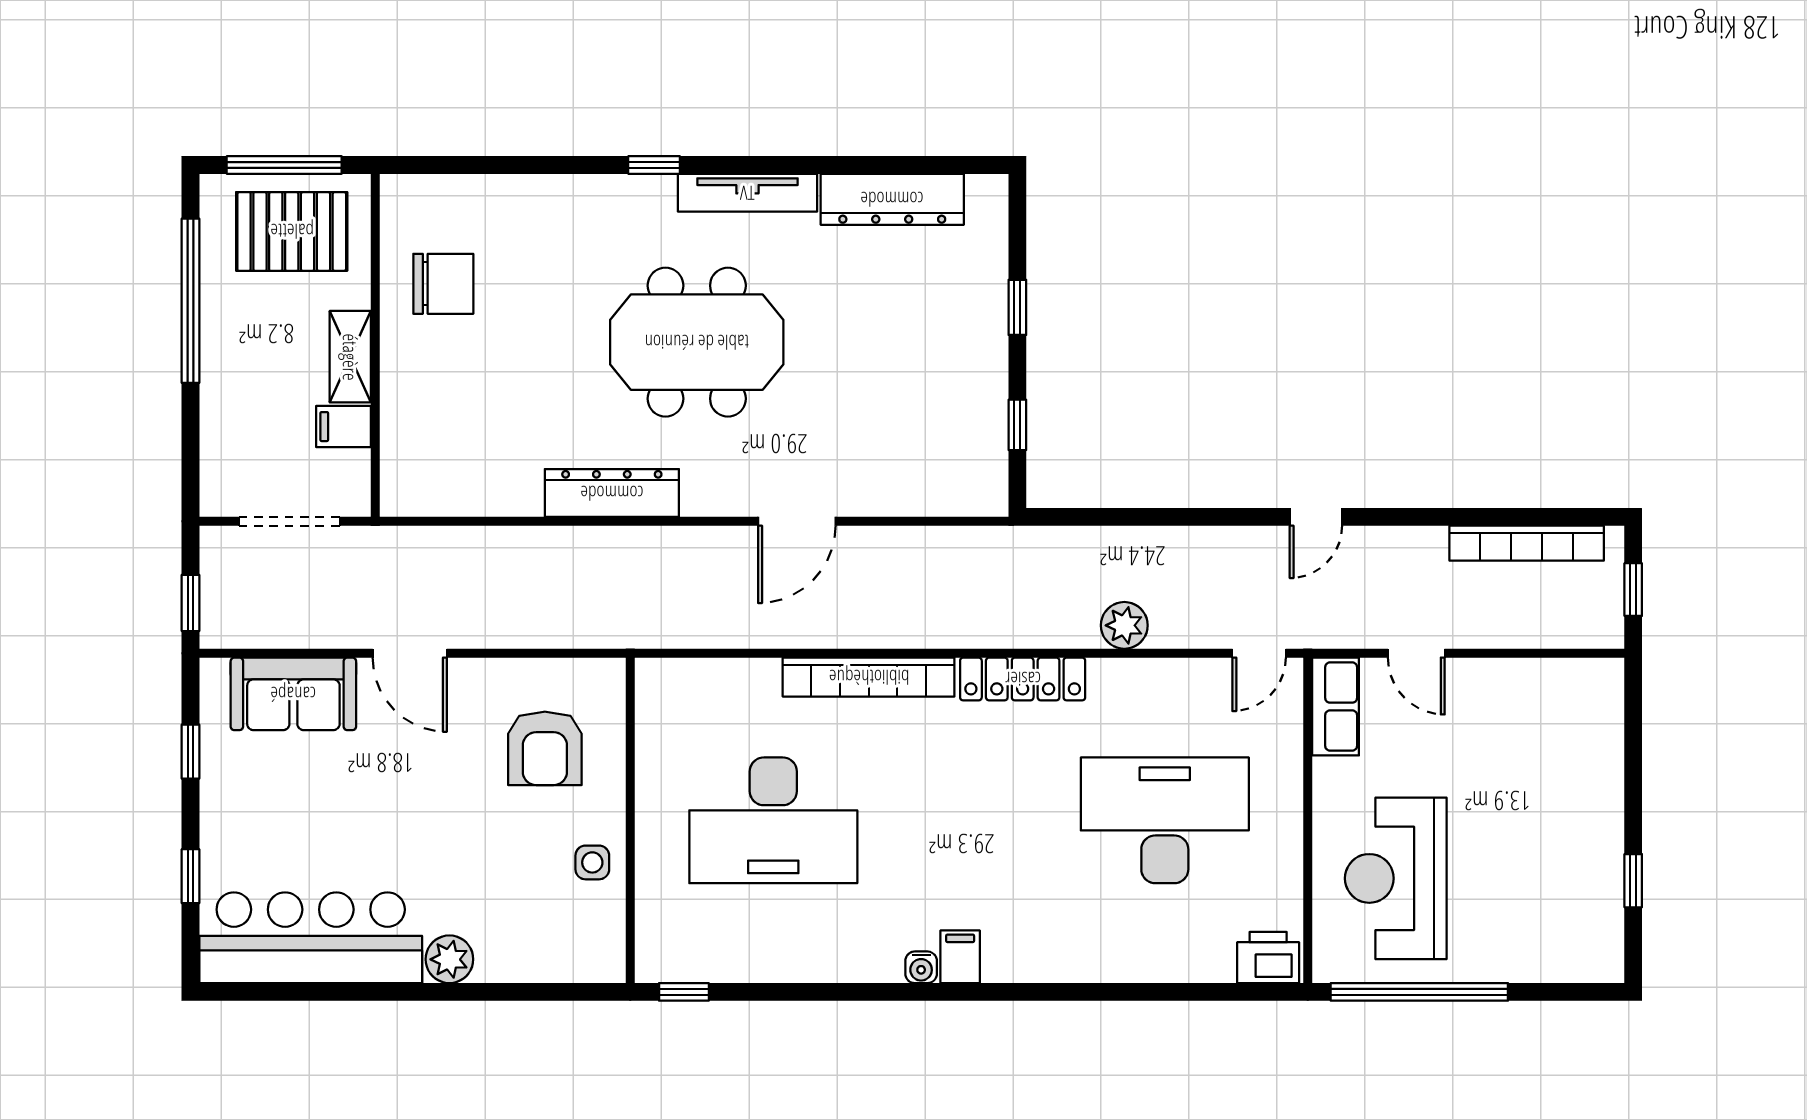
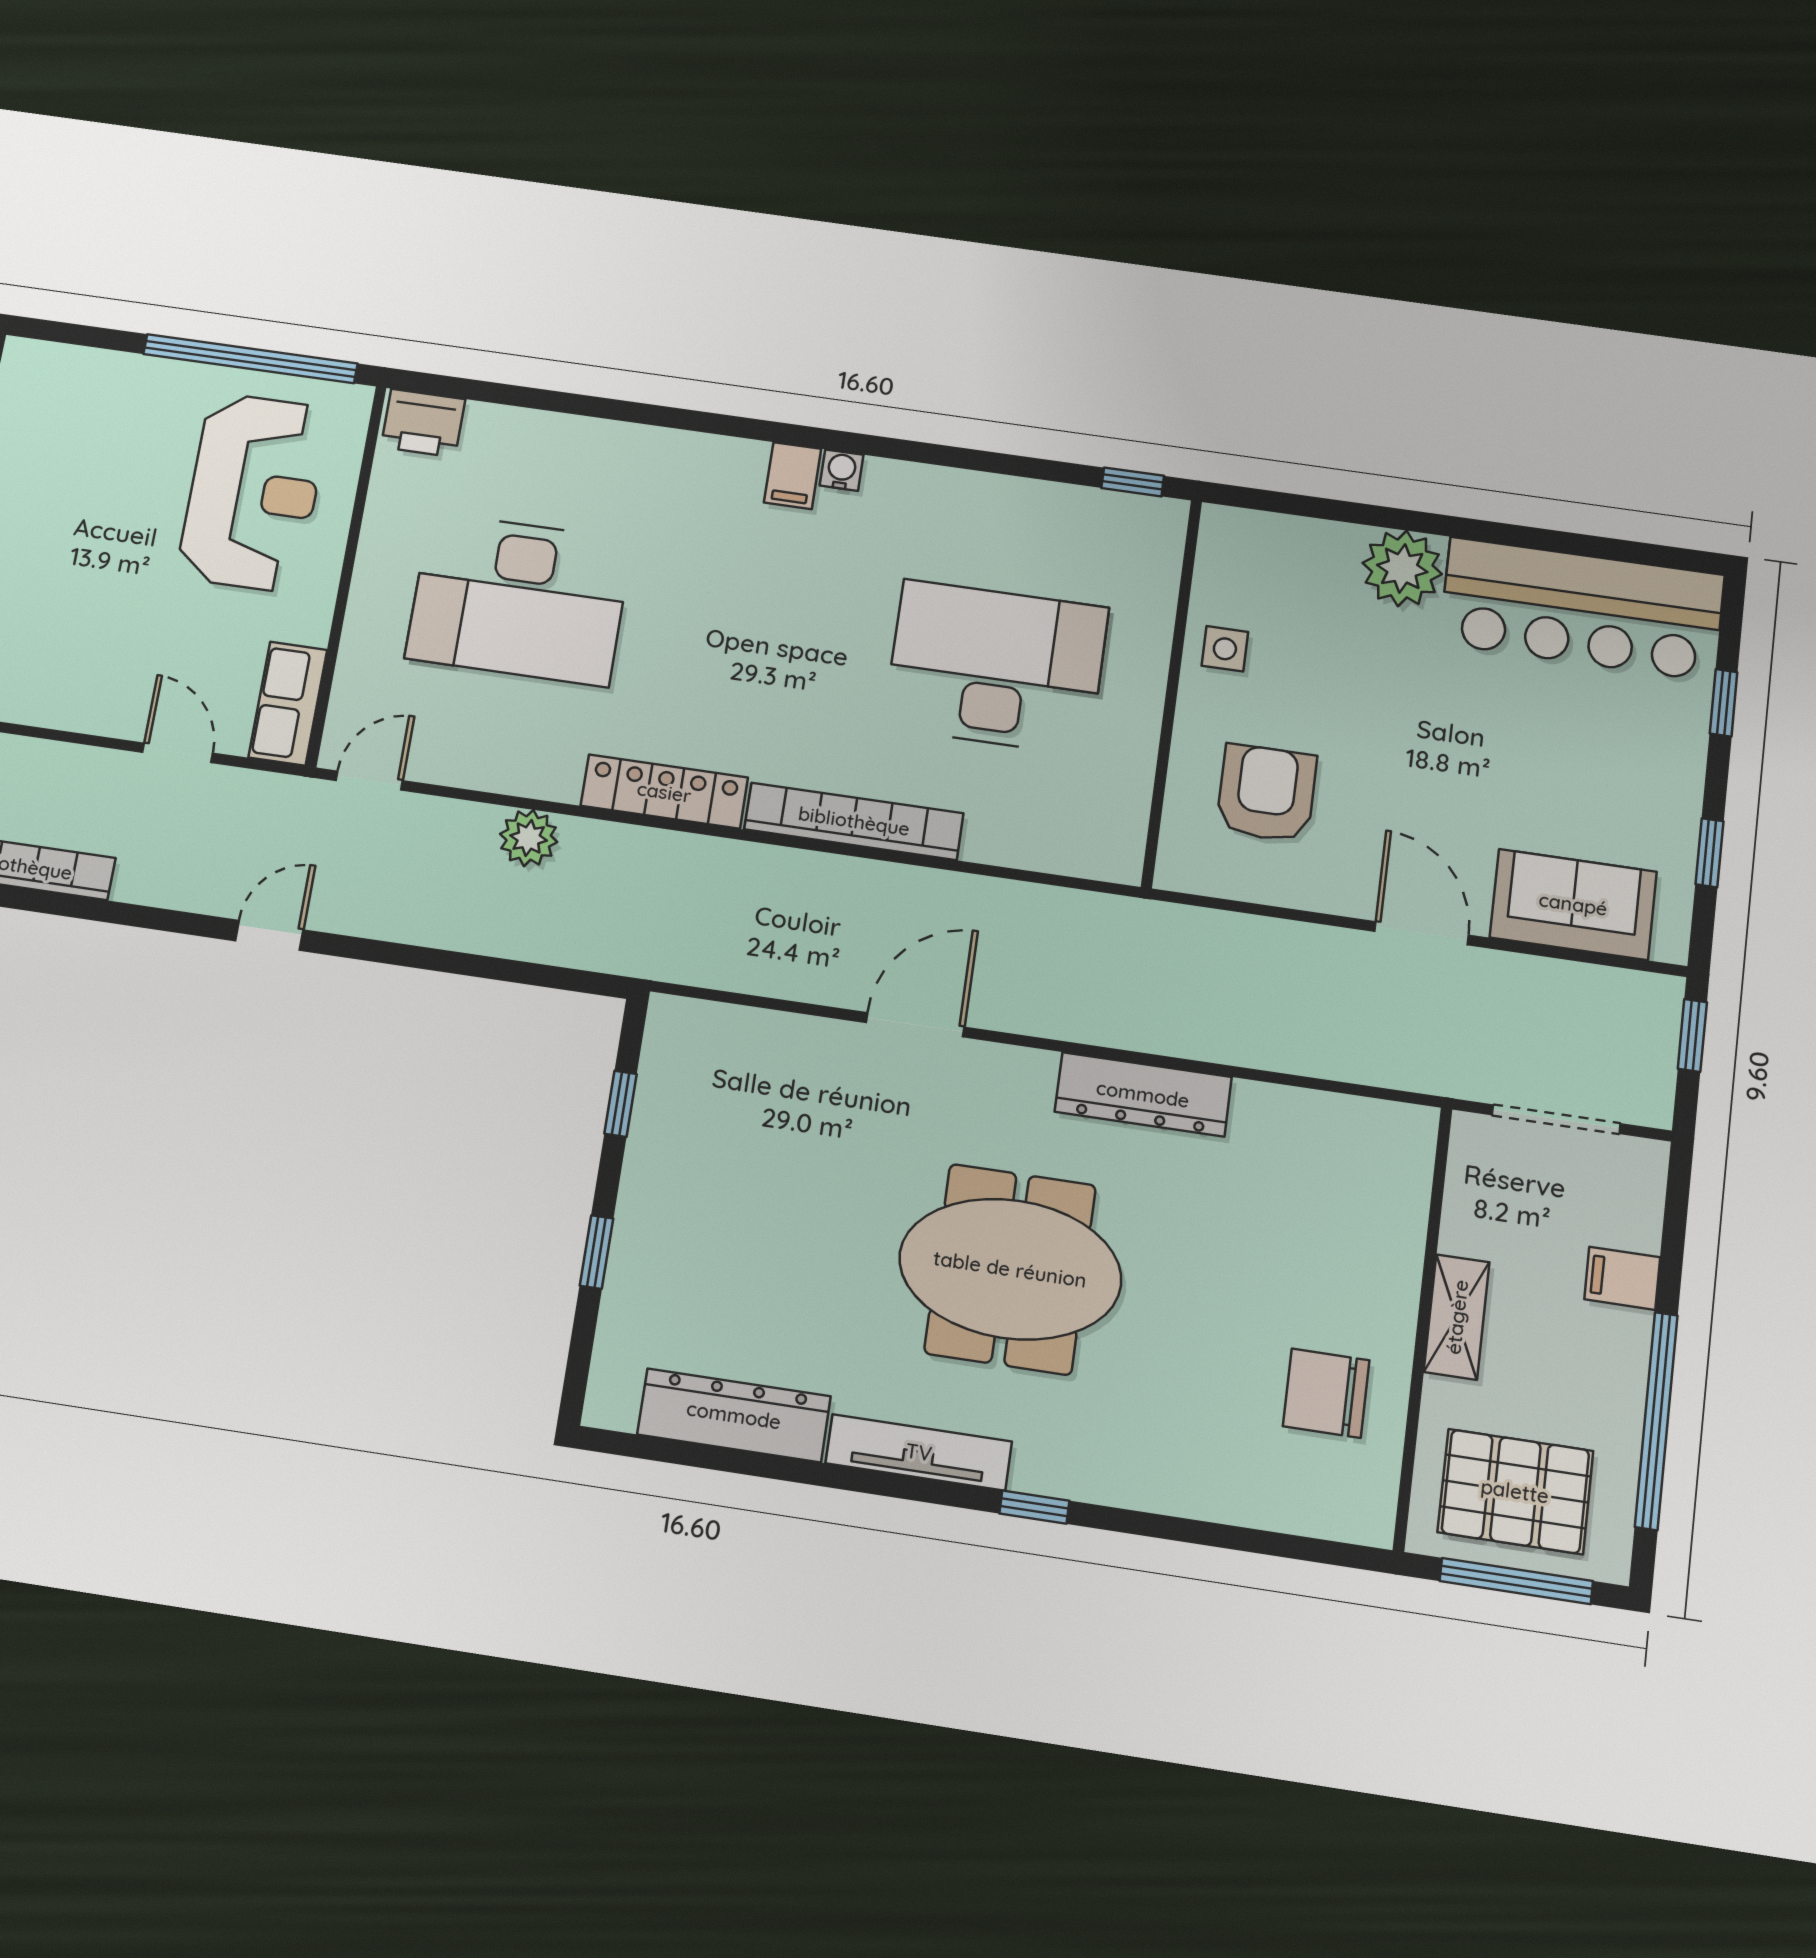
filing cabinet: (343, 427) -> (1622, 1278), moved, turned 180
plant: (449, 959) -> (1402, 568), width x1.36, depth x1.36

